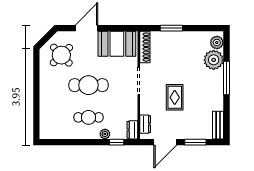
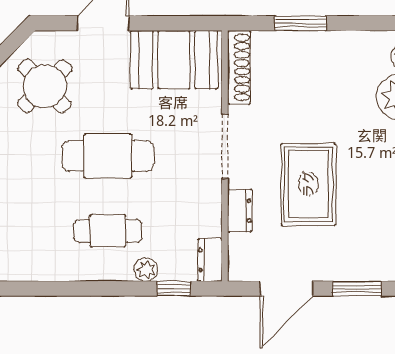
rug: (175, 97) -> (308, 184), width x1.36, depth x1.43
dresser: (145, 124) -> (240, 211), moved

